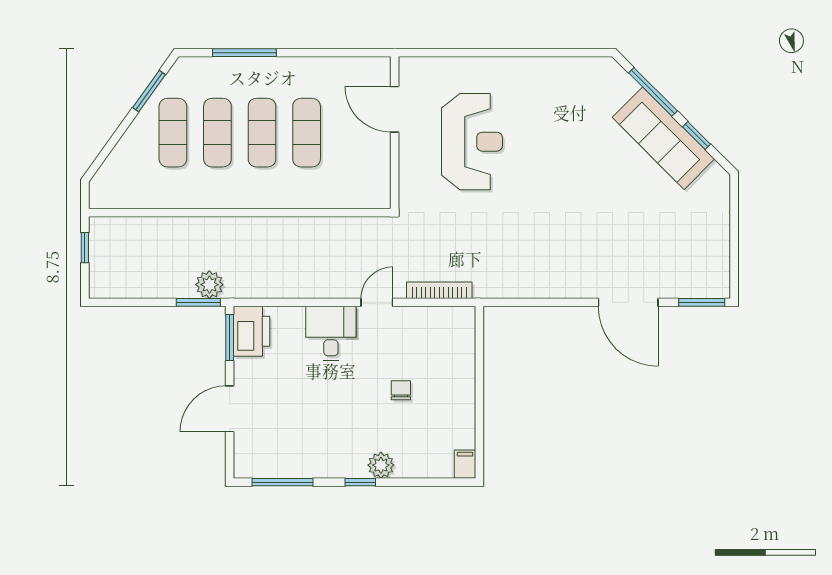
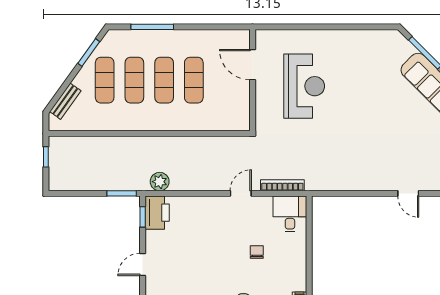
bench: (114, 164) -> (65, 101), added
plant: (209, 285) -> (160, 182), moved
door: (628, 302) -> (408, 193), width x0.53
desk: (331, 333) -> (290, 214), moved
window: (230, 337) -> (143, 217), width x0.67
door: (230, 409) -> (143, 264), width x0.73

